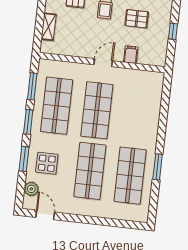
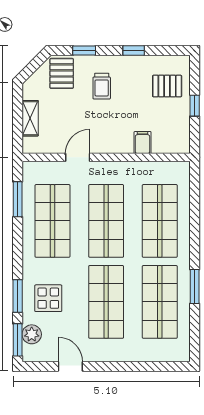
pallet: (137, 19) -> (167, 86), moved
door: (103, 63) -> (78, 157), moved
shop shelf: (137, 115) -> (160, 221), added
window: (28, 122) -> (18, 340), moved
door: (45, 215) -> (70, 366), moved

